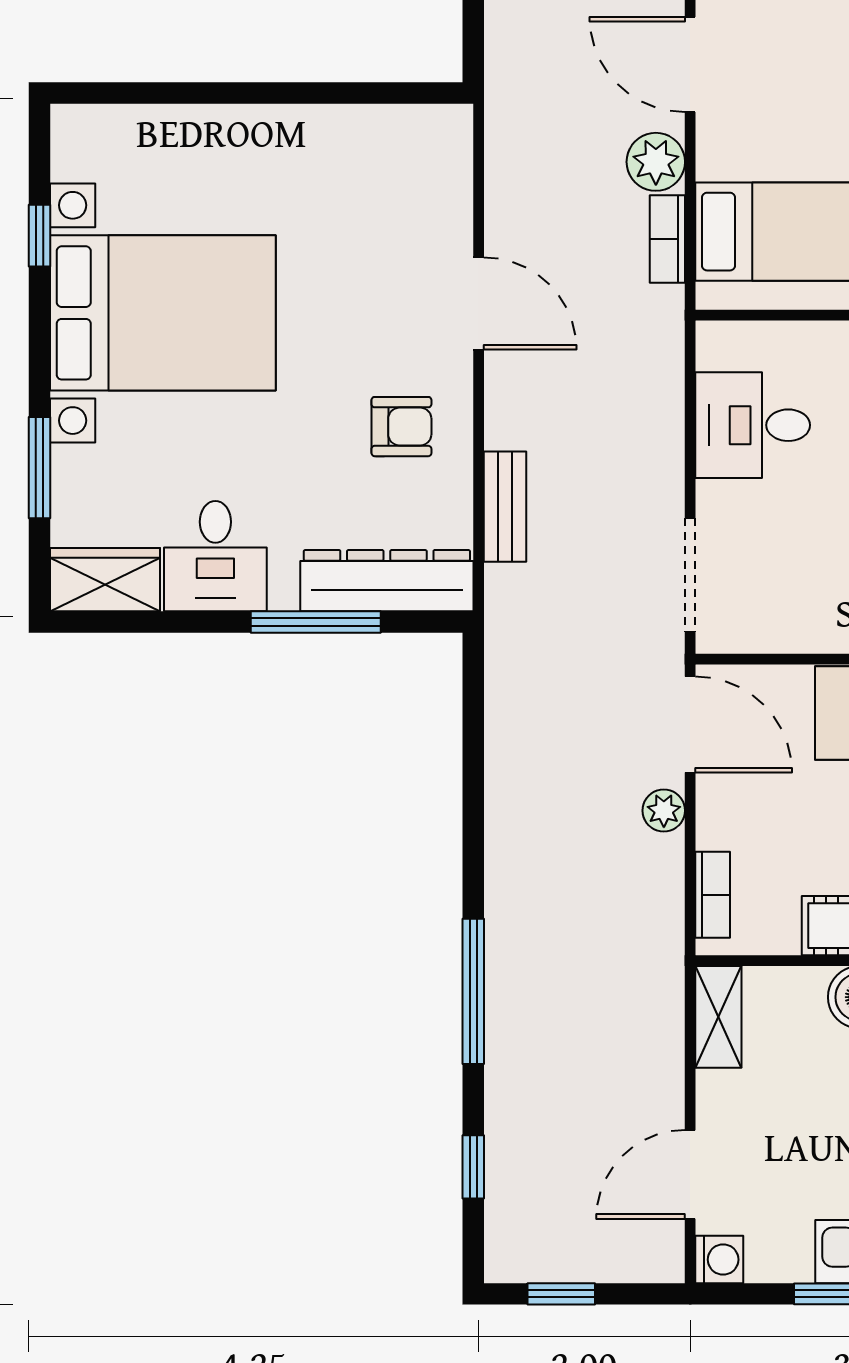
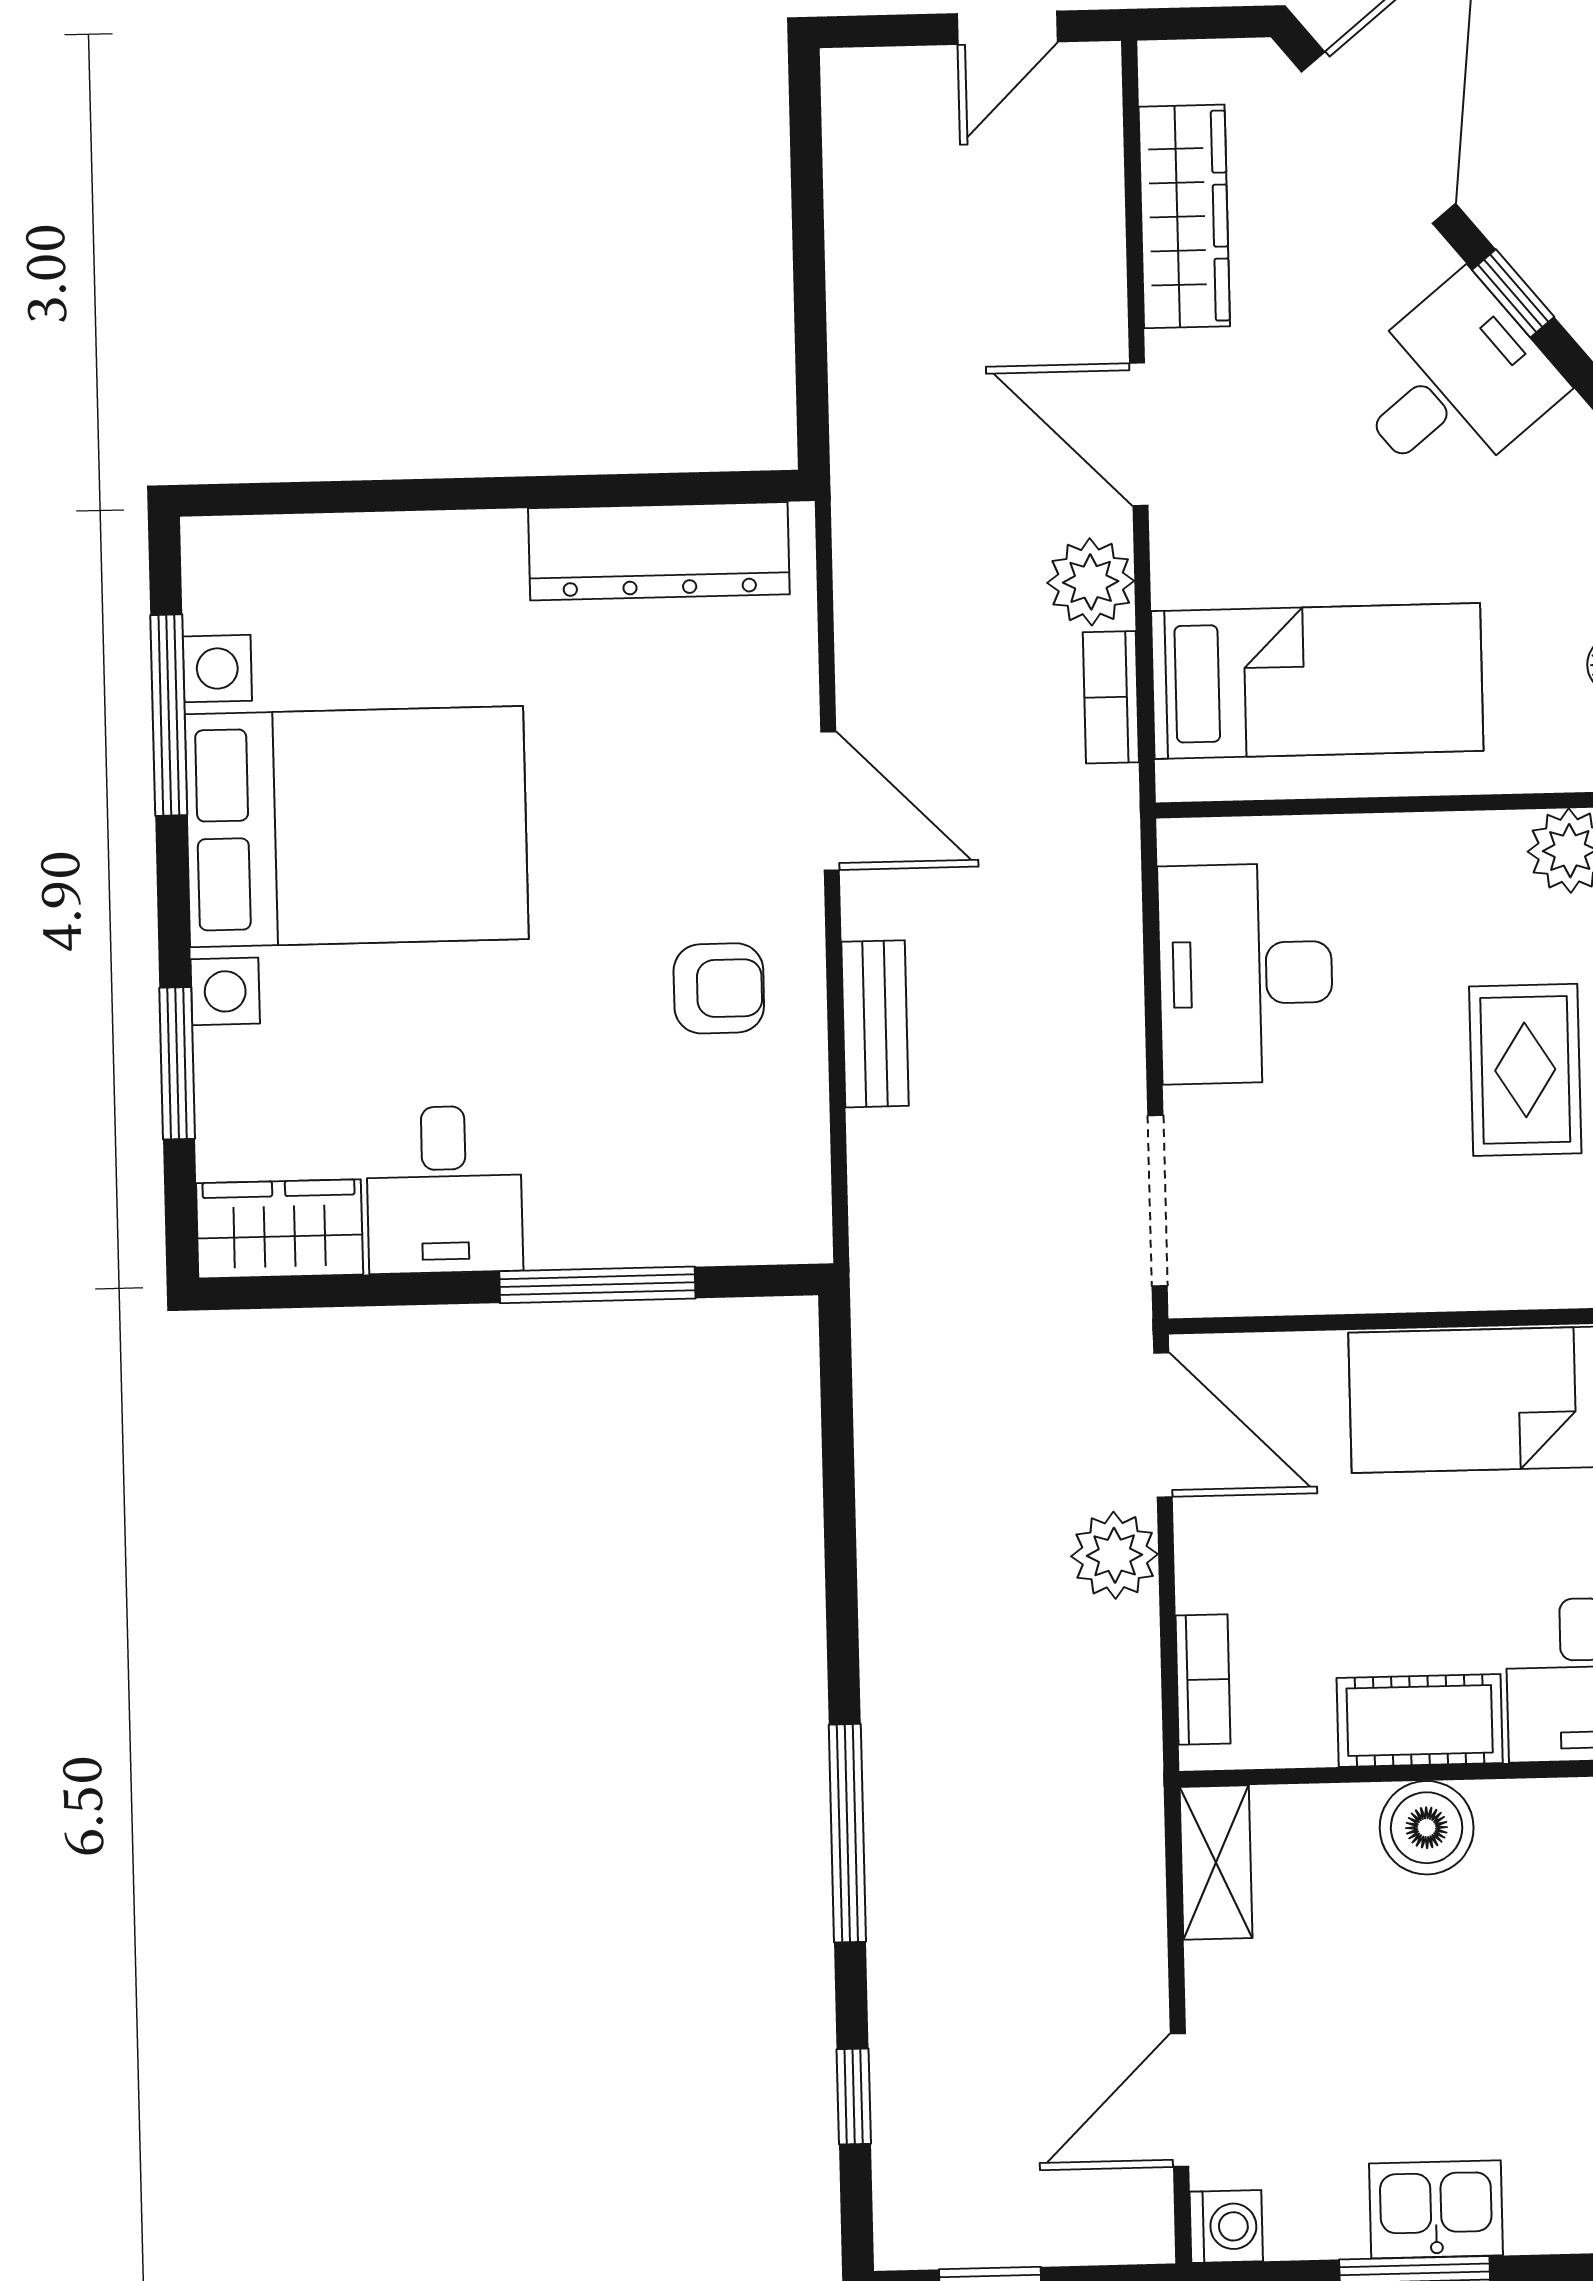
window: (40, 236) -> (169, 715), width x2.17
desk: (753, 425) -> (1246, 973), width x1.37
bench: (505, 507) -> (875, 1024), moved
dresser: (387, 581) -> (659, 551), moved, turned 180
plant: (664, 811) -> (1115, 1555), width x1.38, depth x1.38

